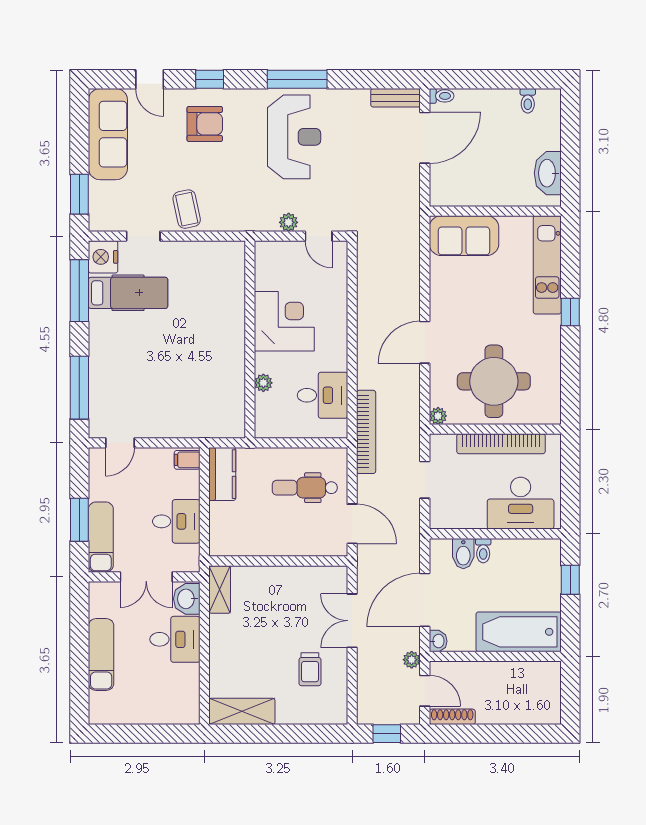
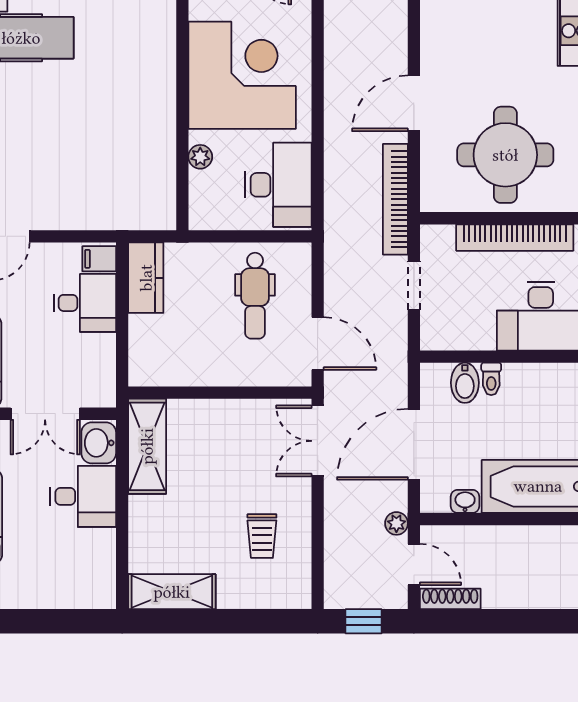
corner desk: (284, 321) -> (242, 75), width x1.36, depth x1.36
desk: (322, 395) -> (278, 185), width x1.37
plant: (438, 416) -> (431, 201), removed
bookcase: (366, 432) -> (395, 199), moved, turned 180
dental chair: (305, 488) -> (255, 296), turned -90
desk: (176, 521) -> (85, 303), moved
shelving: (220, 589) -> (147, 446), width x1.50, depth x1.33
double door: (352, 621) -> (318, 441), moved
washbasin: (438, 641) -> (465, 501), moved, turned -90

